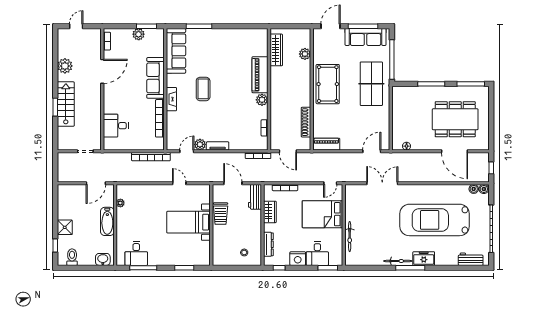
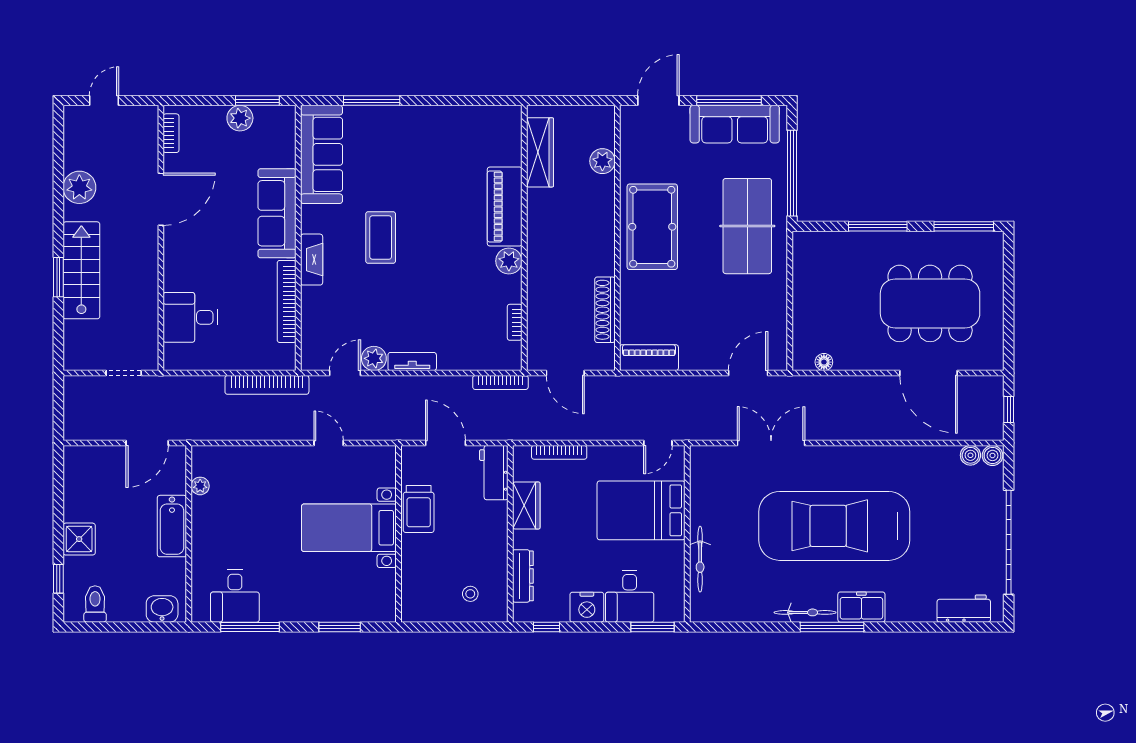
car: (434, 220) -> (834, 526), moved

